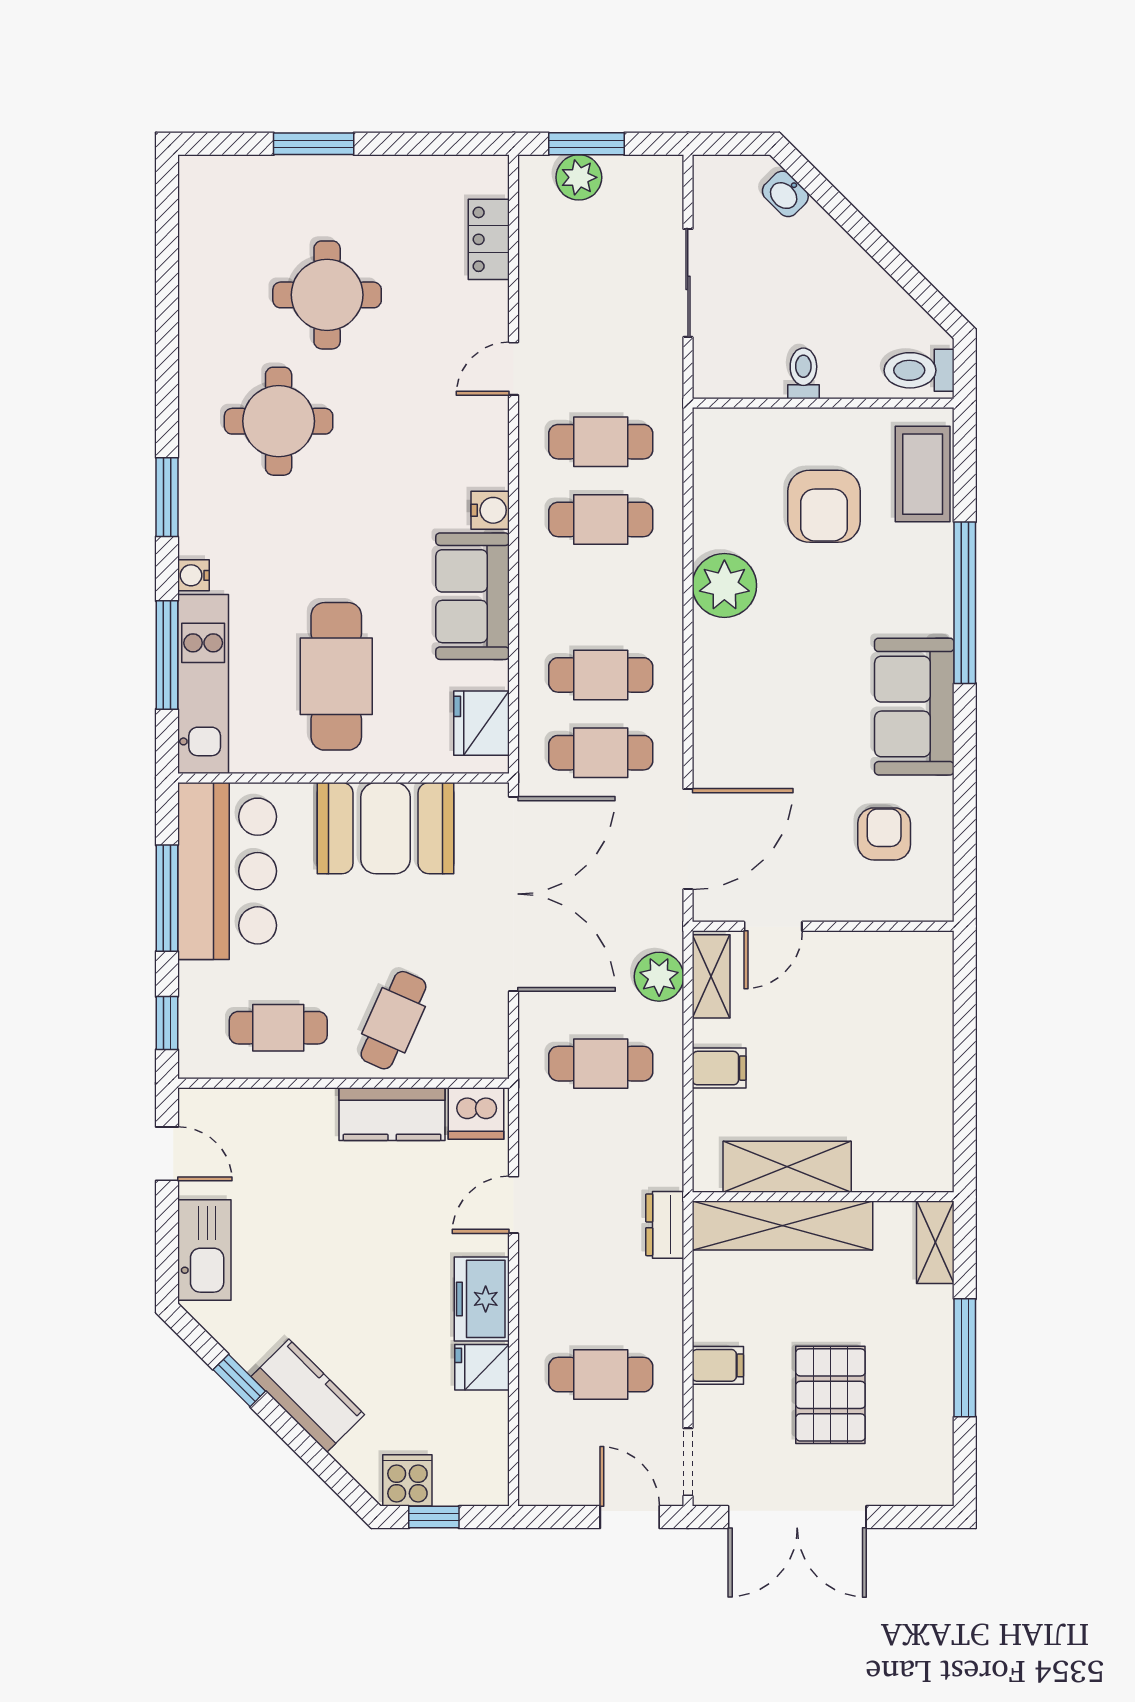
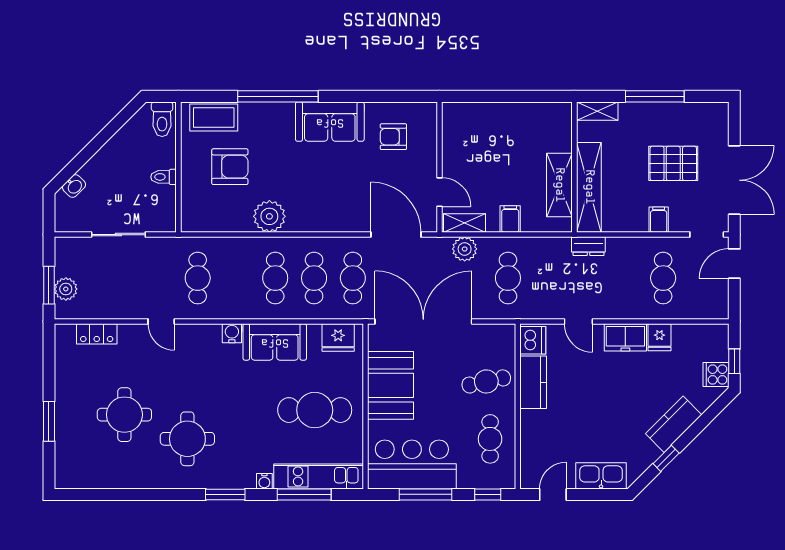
cafe table: (601, 519) -> (275, 278), moved
cafe table: (393, 1020) -> (486, 381), turned -36

